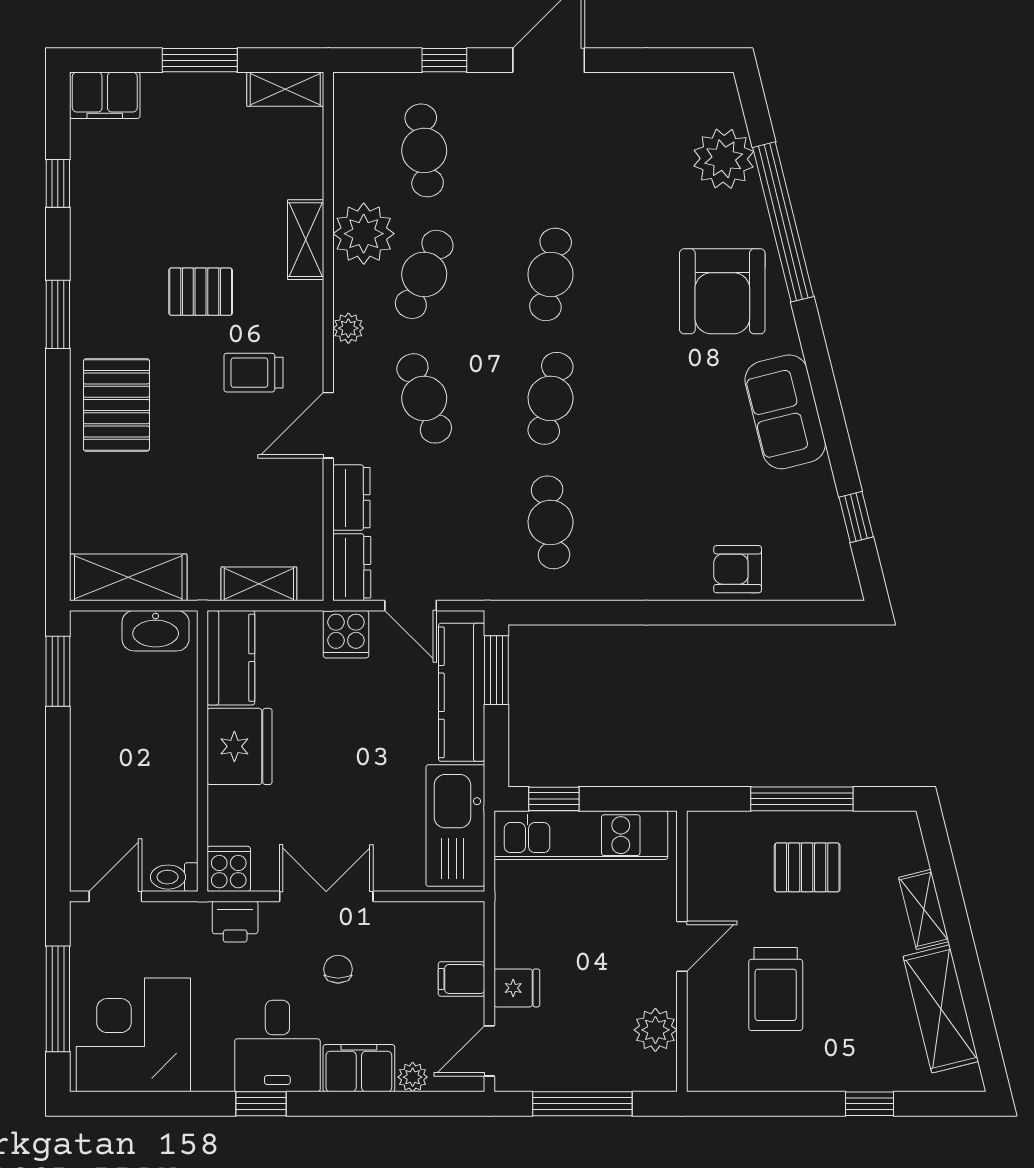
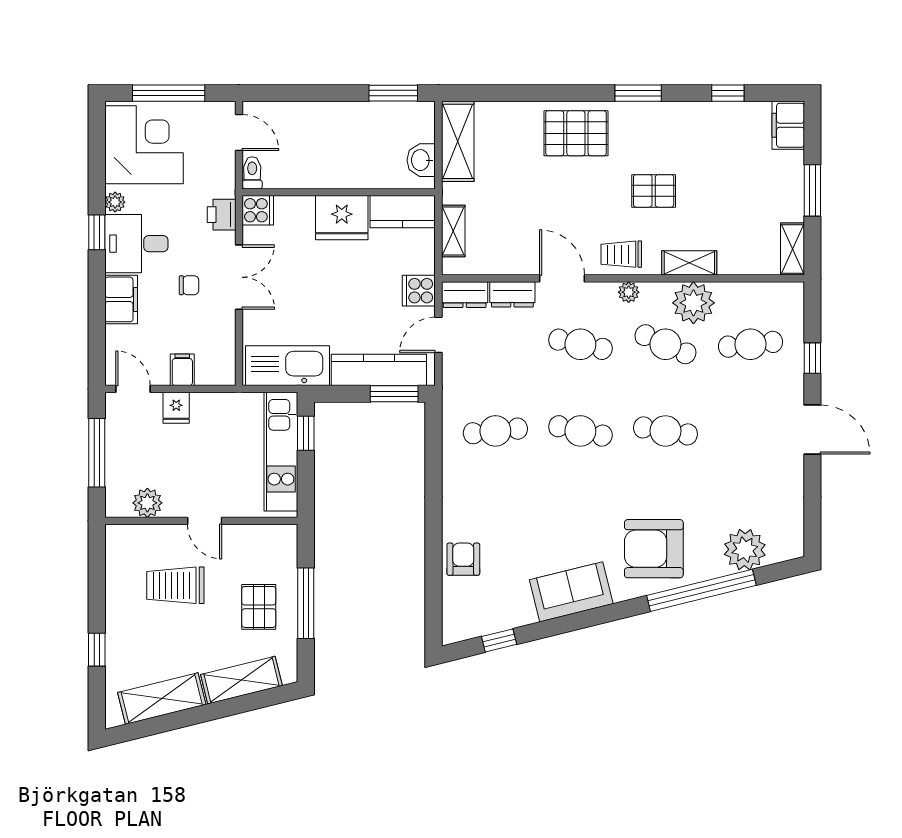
pallet: (201, 292) -> (654, 191), turned 90
trolley: (254, 373) -> (621, 254), moved, turned -90
cafe table: (424, 398) -> (580, 344), turned 33
washbasin: (156, 631) -> (421, 160), width x0.72
shelving: (924, 909) -> (241, 680), width x1.50, depth x1.33
plant: (413, 1077) -> (115, 202), moved

